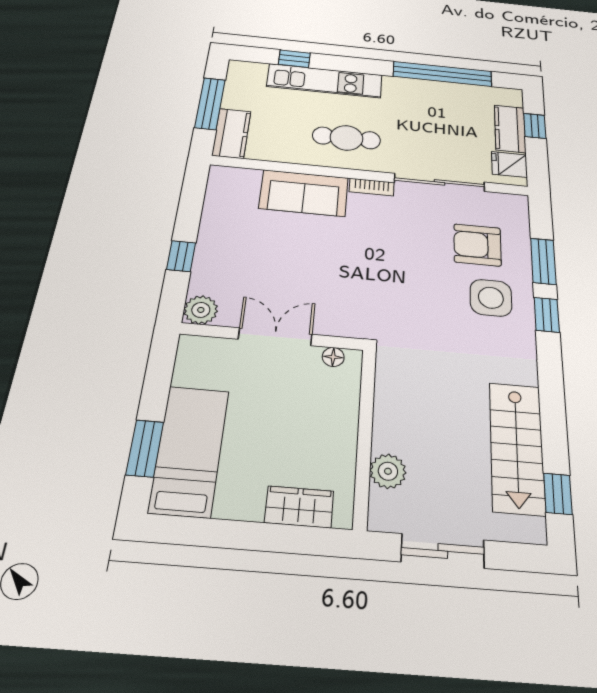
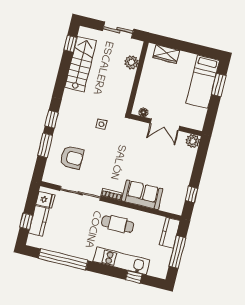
window: (181, 256) -> (192, 194), moved
side table: (491, 298) -> (101, 124), moved, width x0.54, depth x0.54

